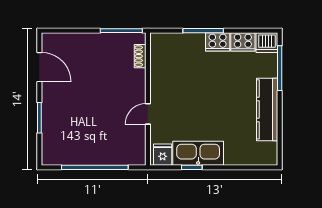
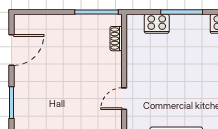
cooker: (218, 42) -> (157, 24), moved
door: (39, 67) -> (11, 50), hinge flipped

